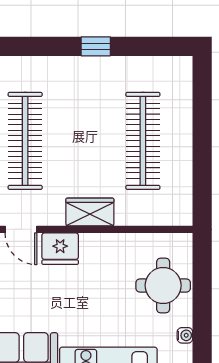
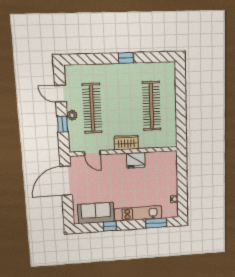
fridge: (60, 249) -> (136, 160), moved
round table: (163, 285) -> (163, 176), removed

